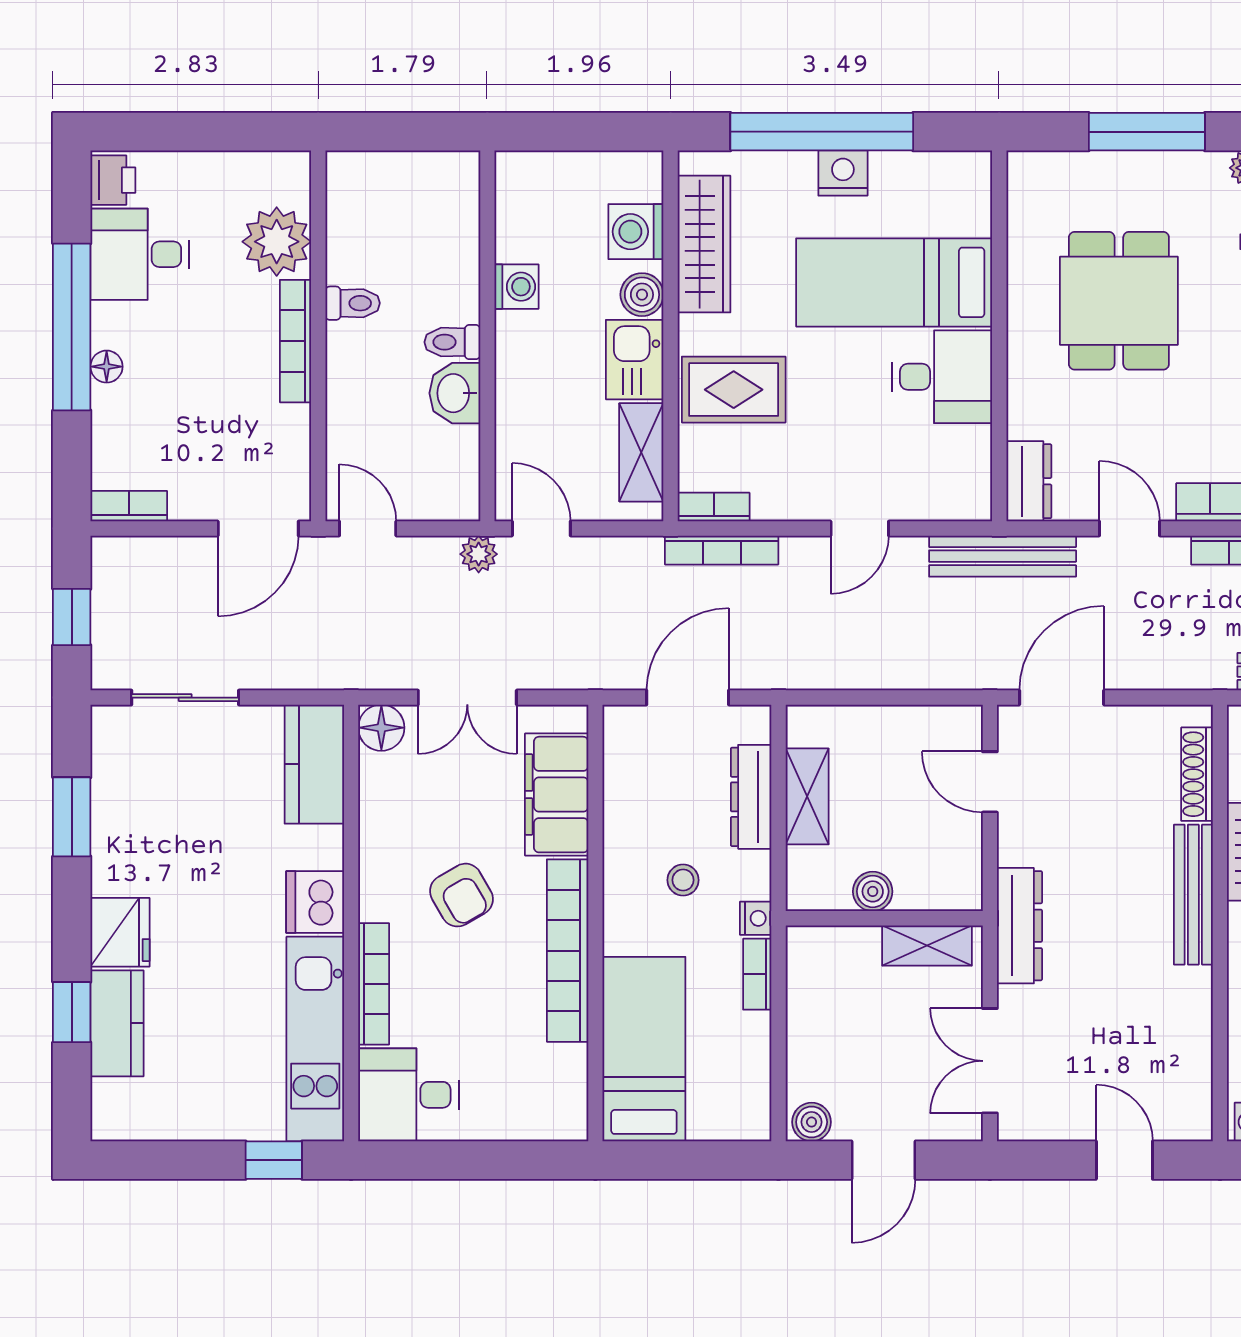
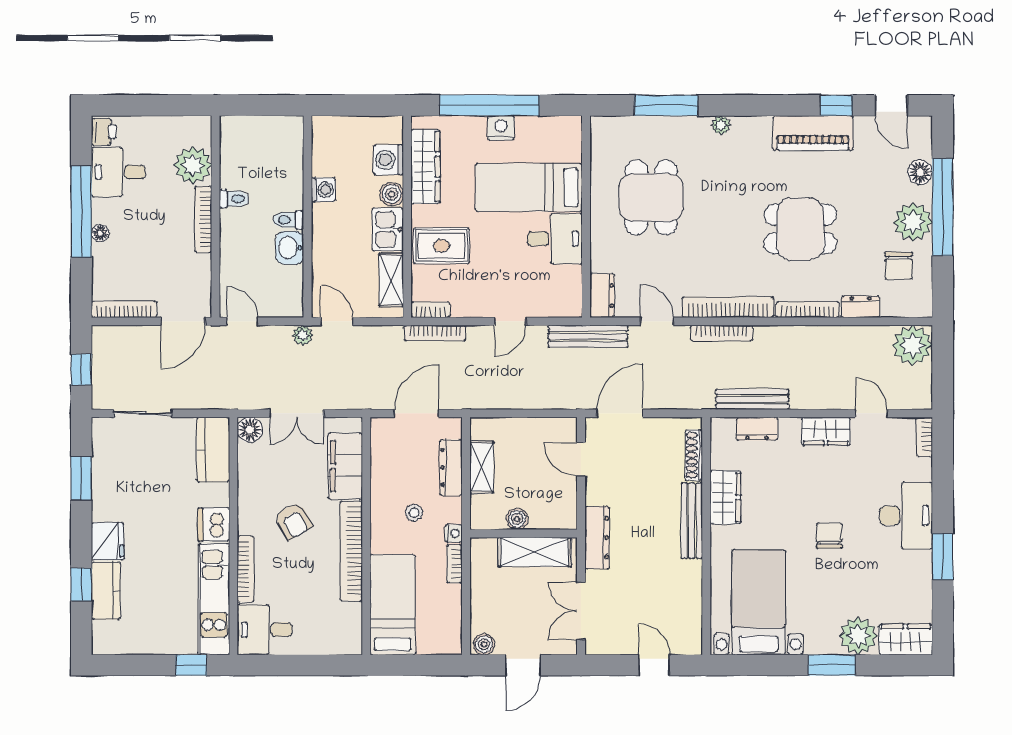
bookcase: (129, 506) -> (124, 309), width x1.56
shelving: (927, 946) -> (535, 552), width x1.50, depth x1.33

